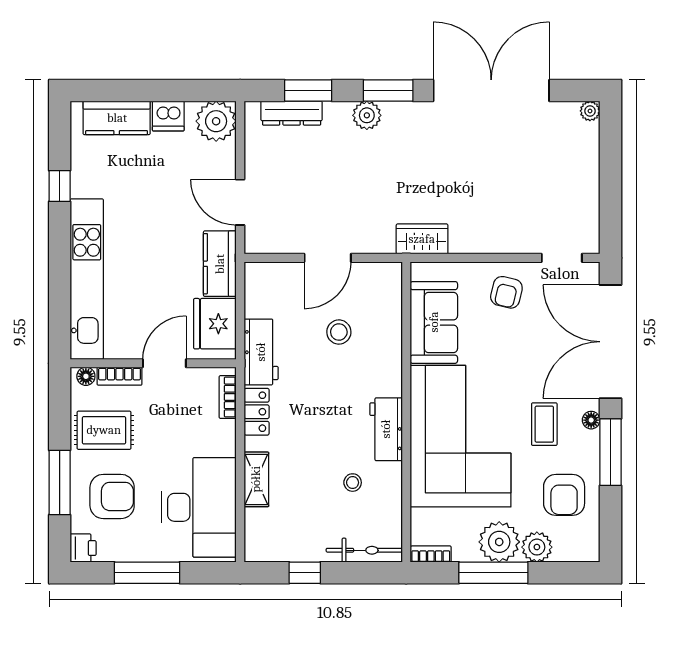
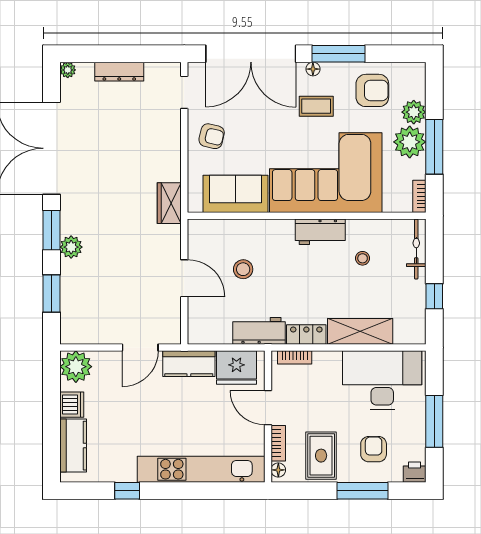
dresser: (292, 113) -> (119, 72), moved, turned 90
shelving: (256, 479) -> (360, 331), width x1.50, depth x1.33
armchair: (112, 496) -> (374, 449), width x0.72, depth x0.72

